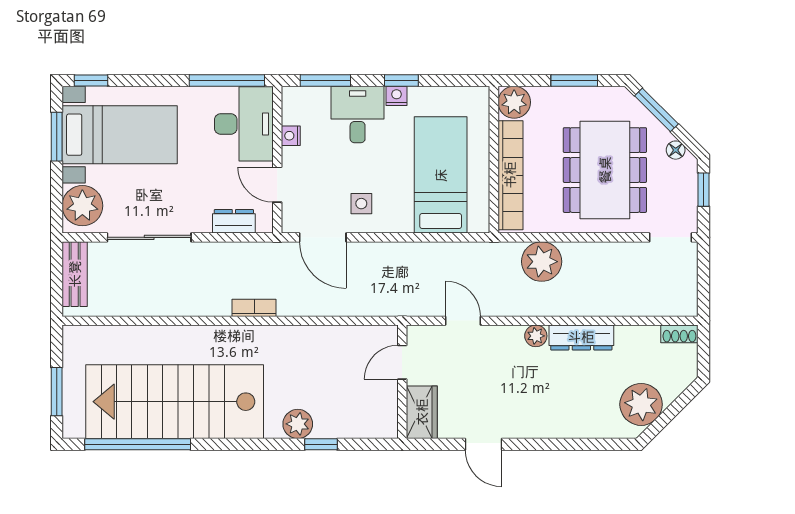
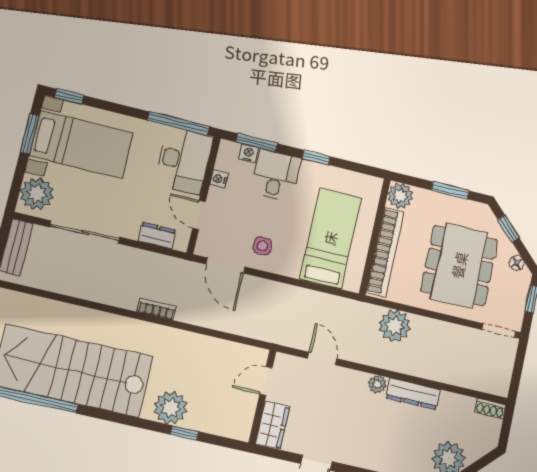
nightstand: (397, 96) -> (248, 153), moved
window: (656, 110) -> (508, 229), width x0.67
plant: (298, 424) -> (170, 408), width x1.36, depth x1.36

